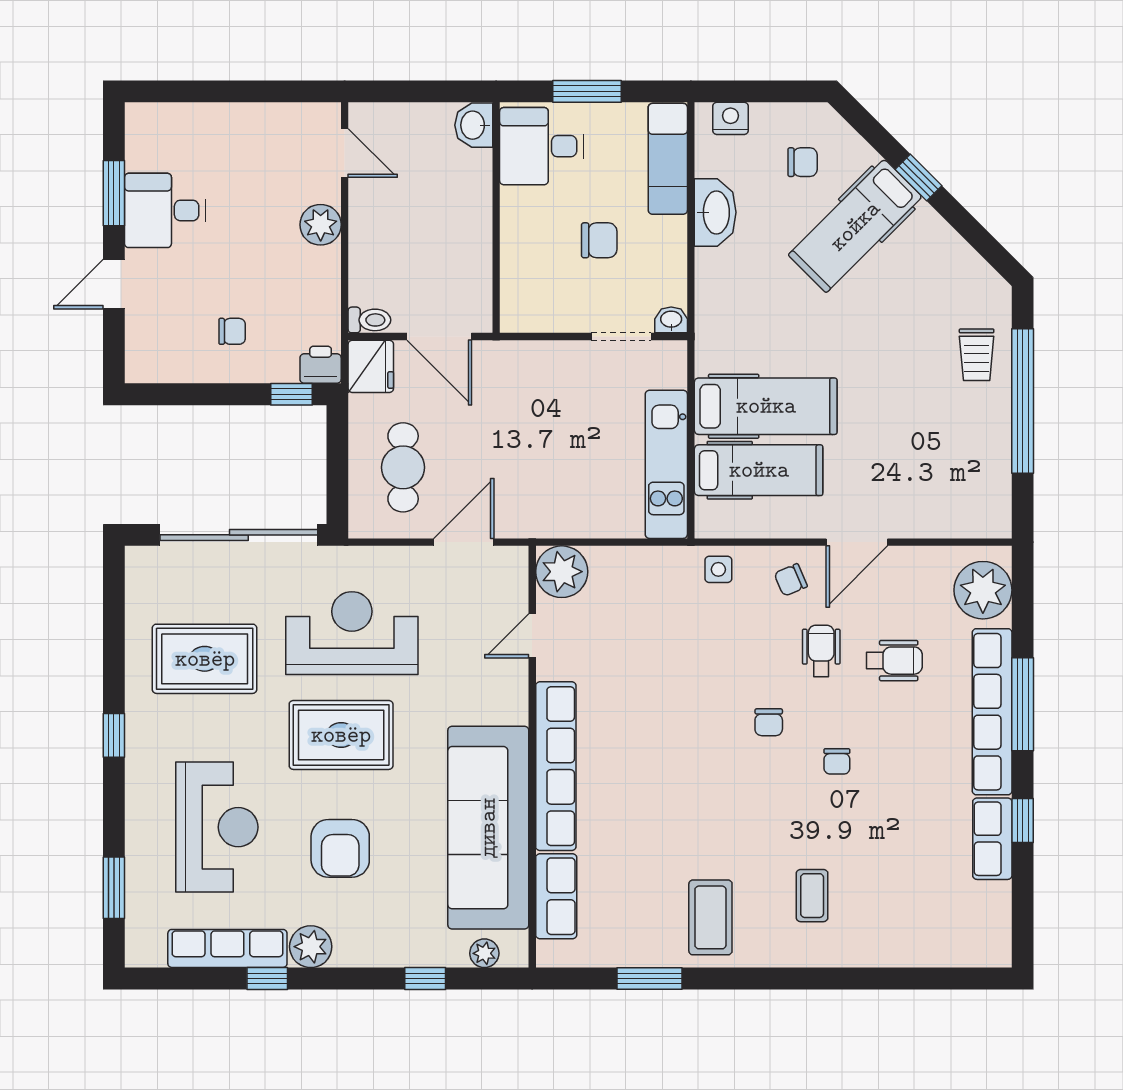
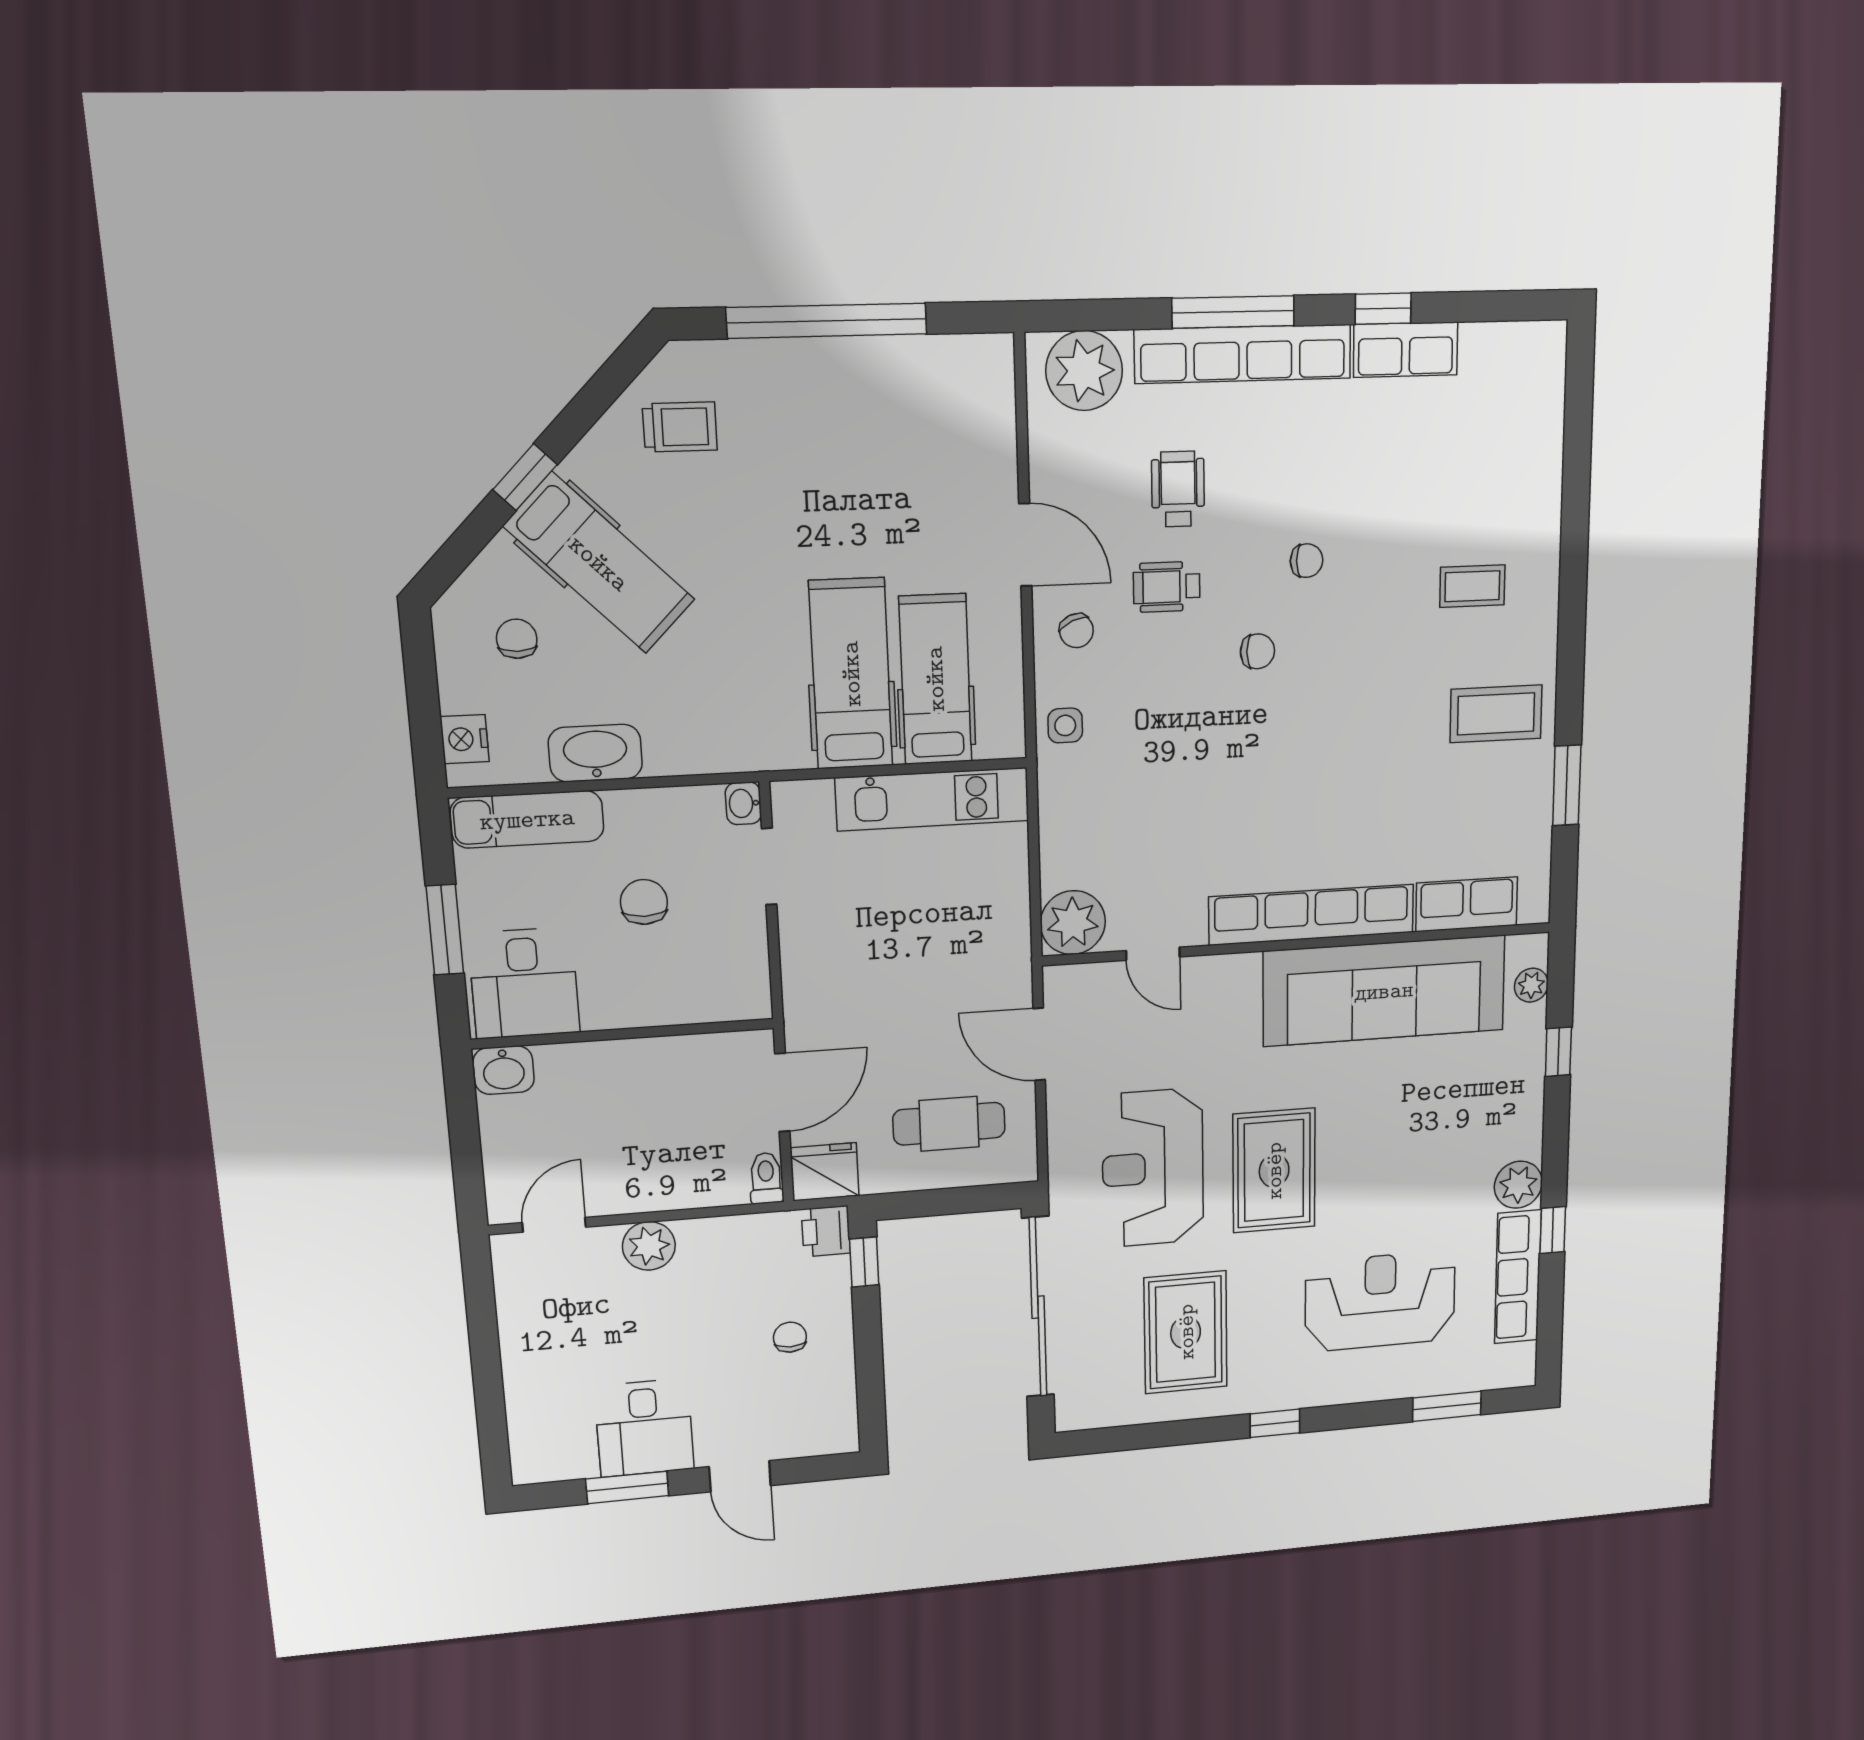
trolley: (977, 355) -> (680, 427), moved
armchair: (340, 848) -> (1406, 1161), removed

